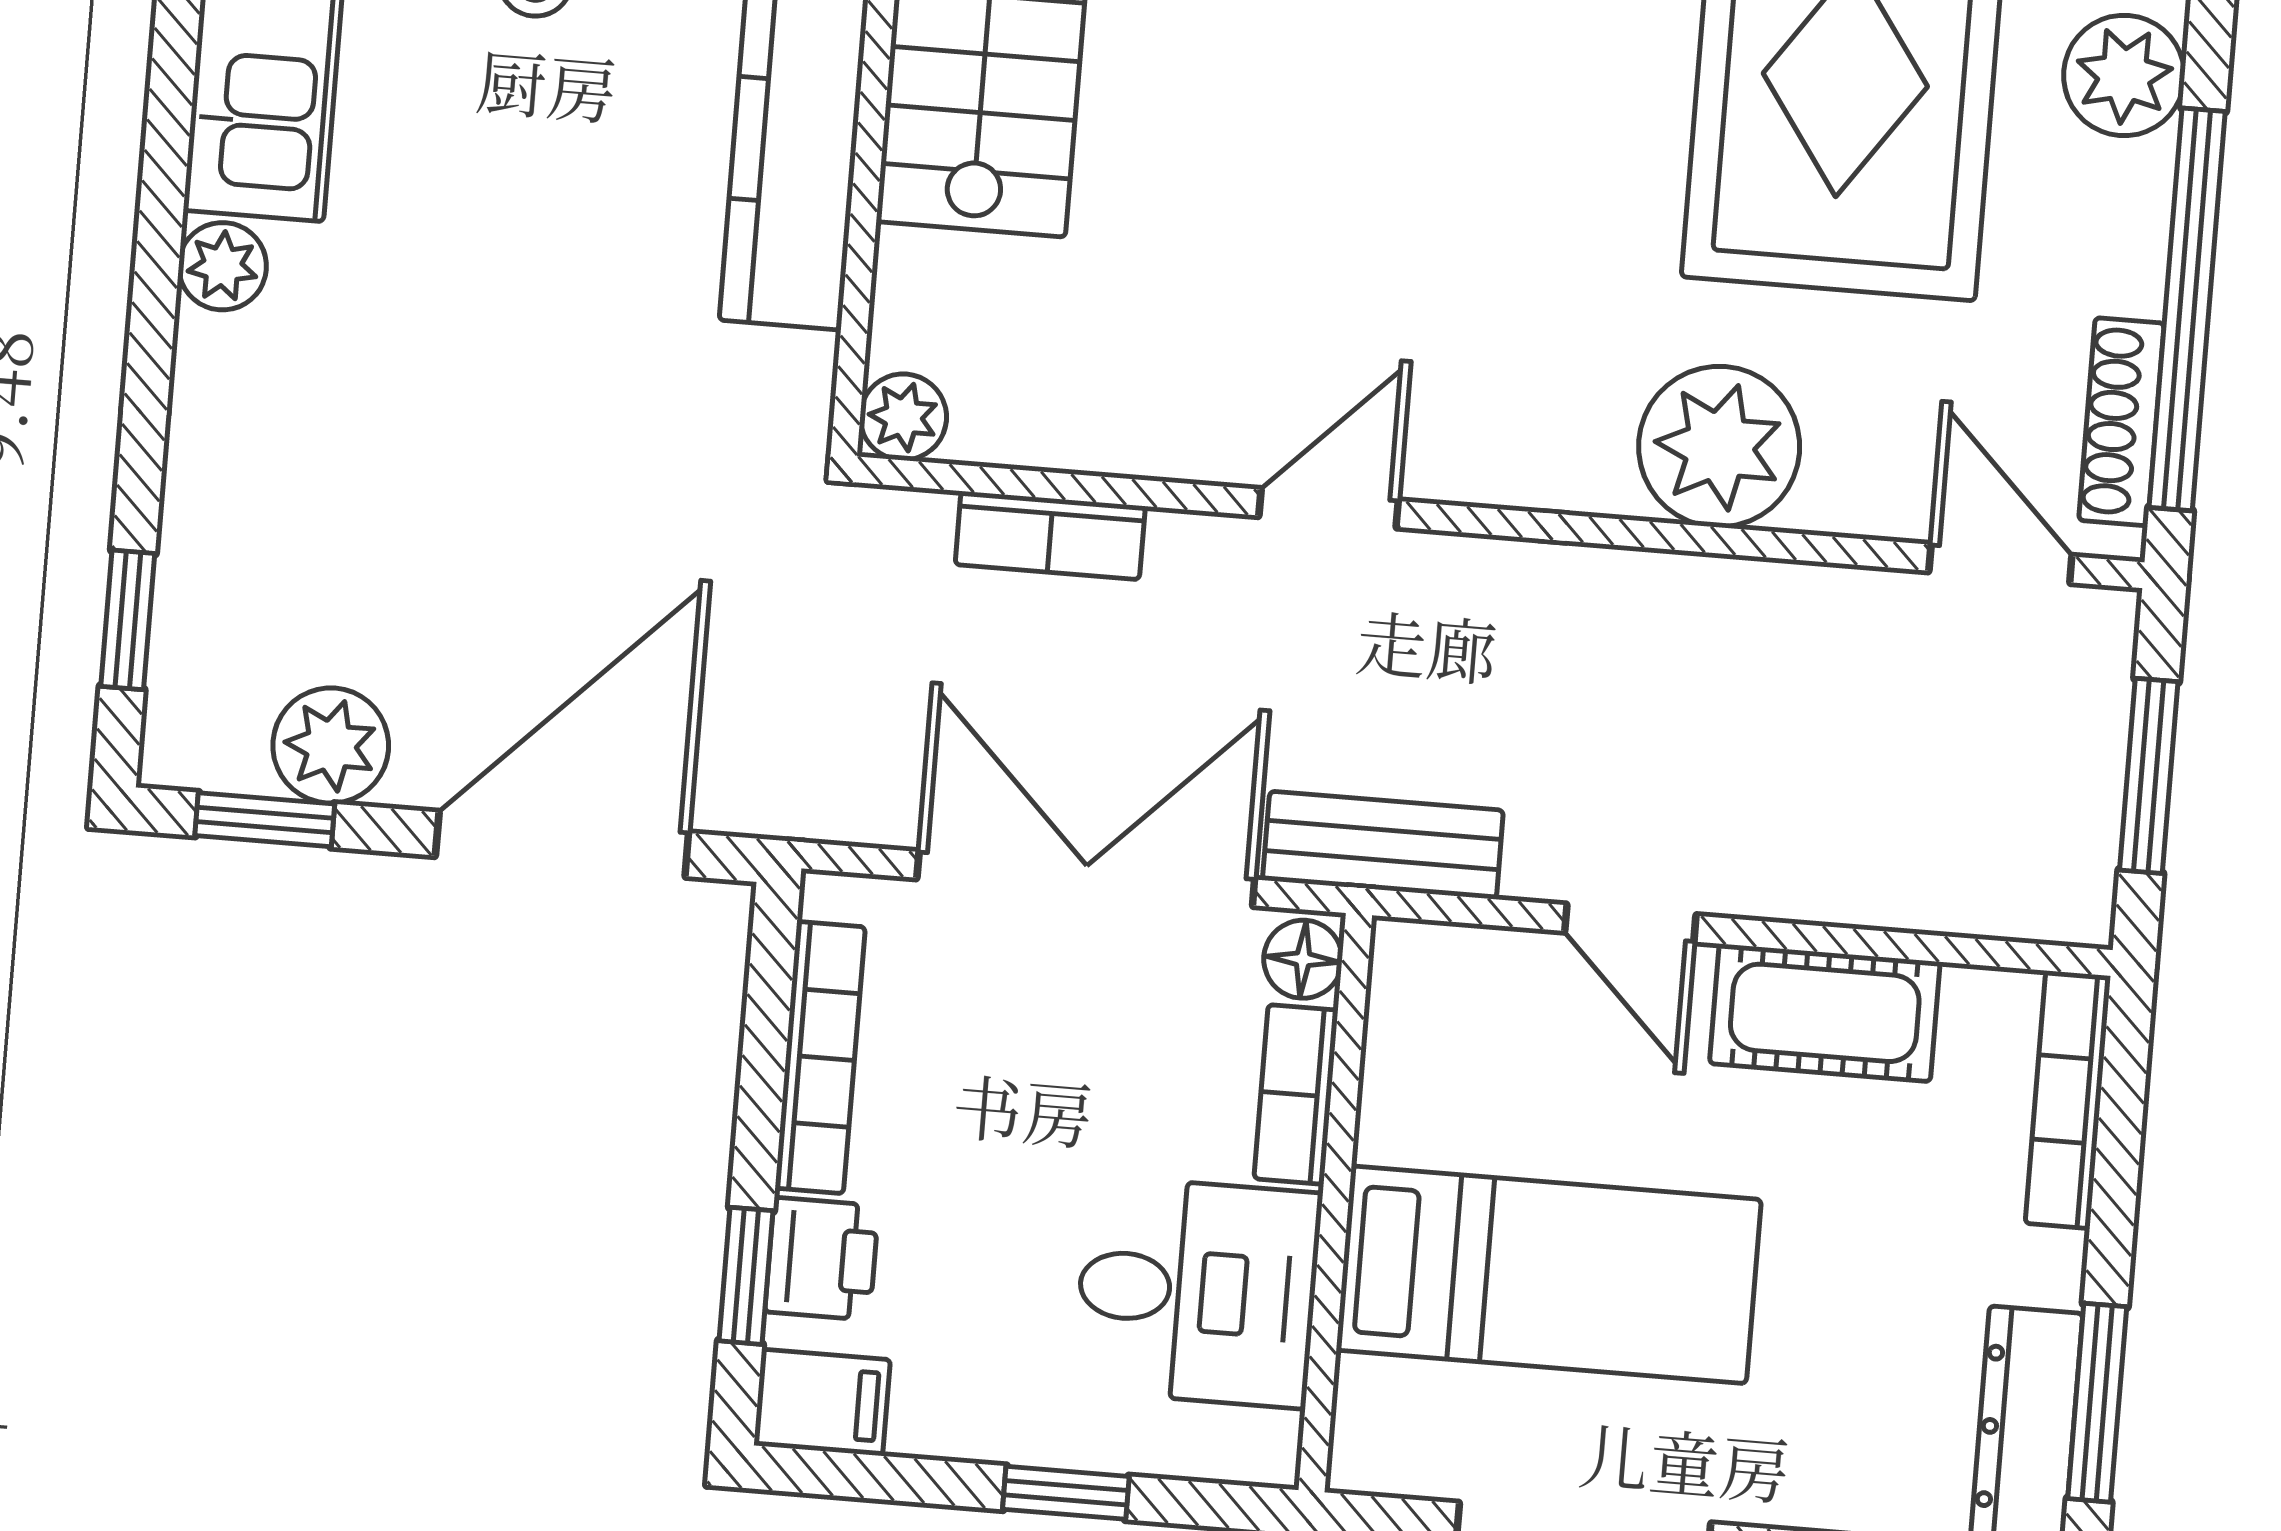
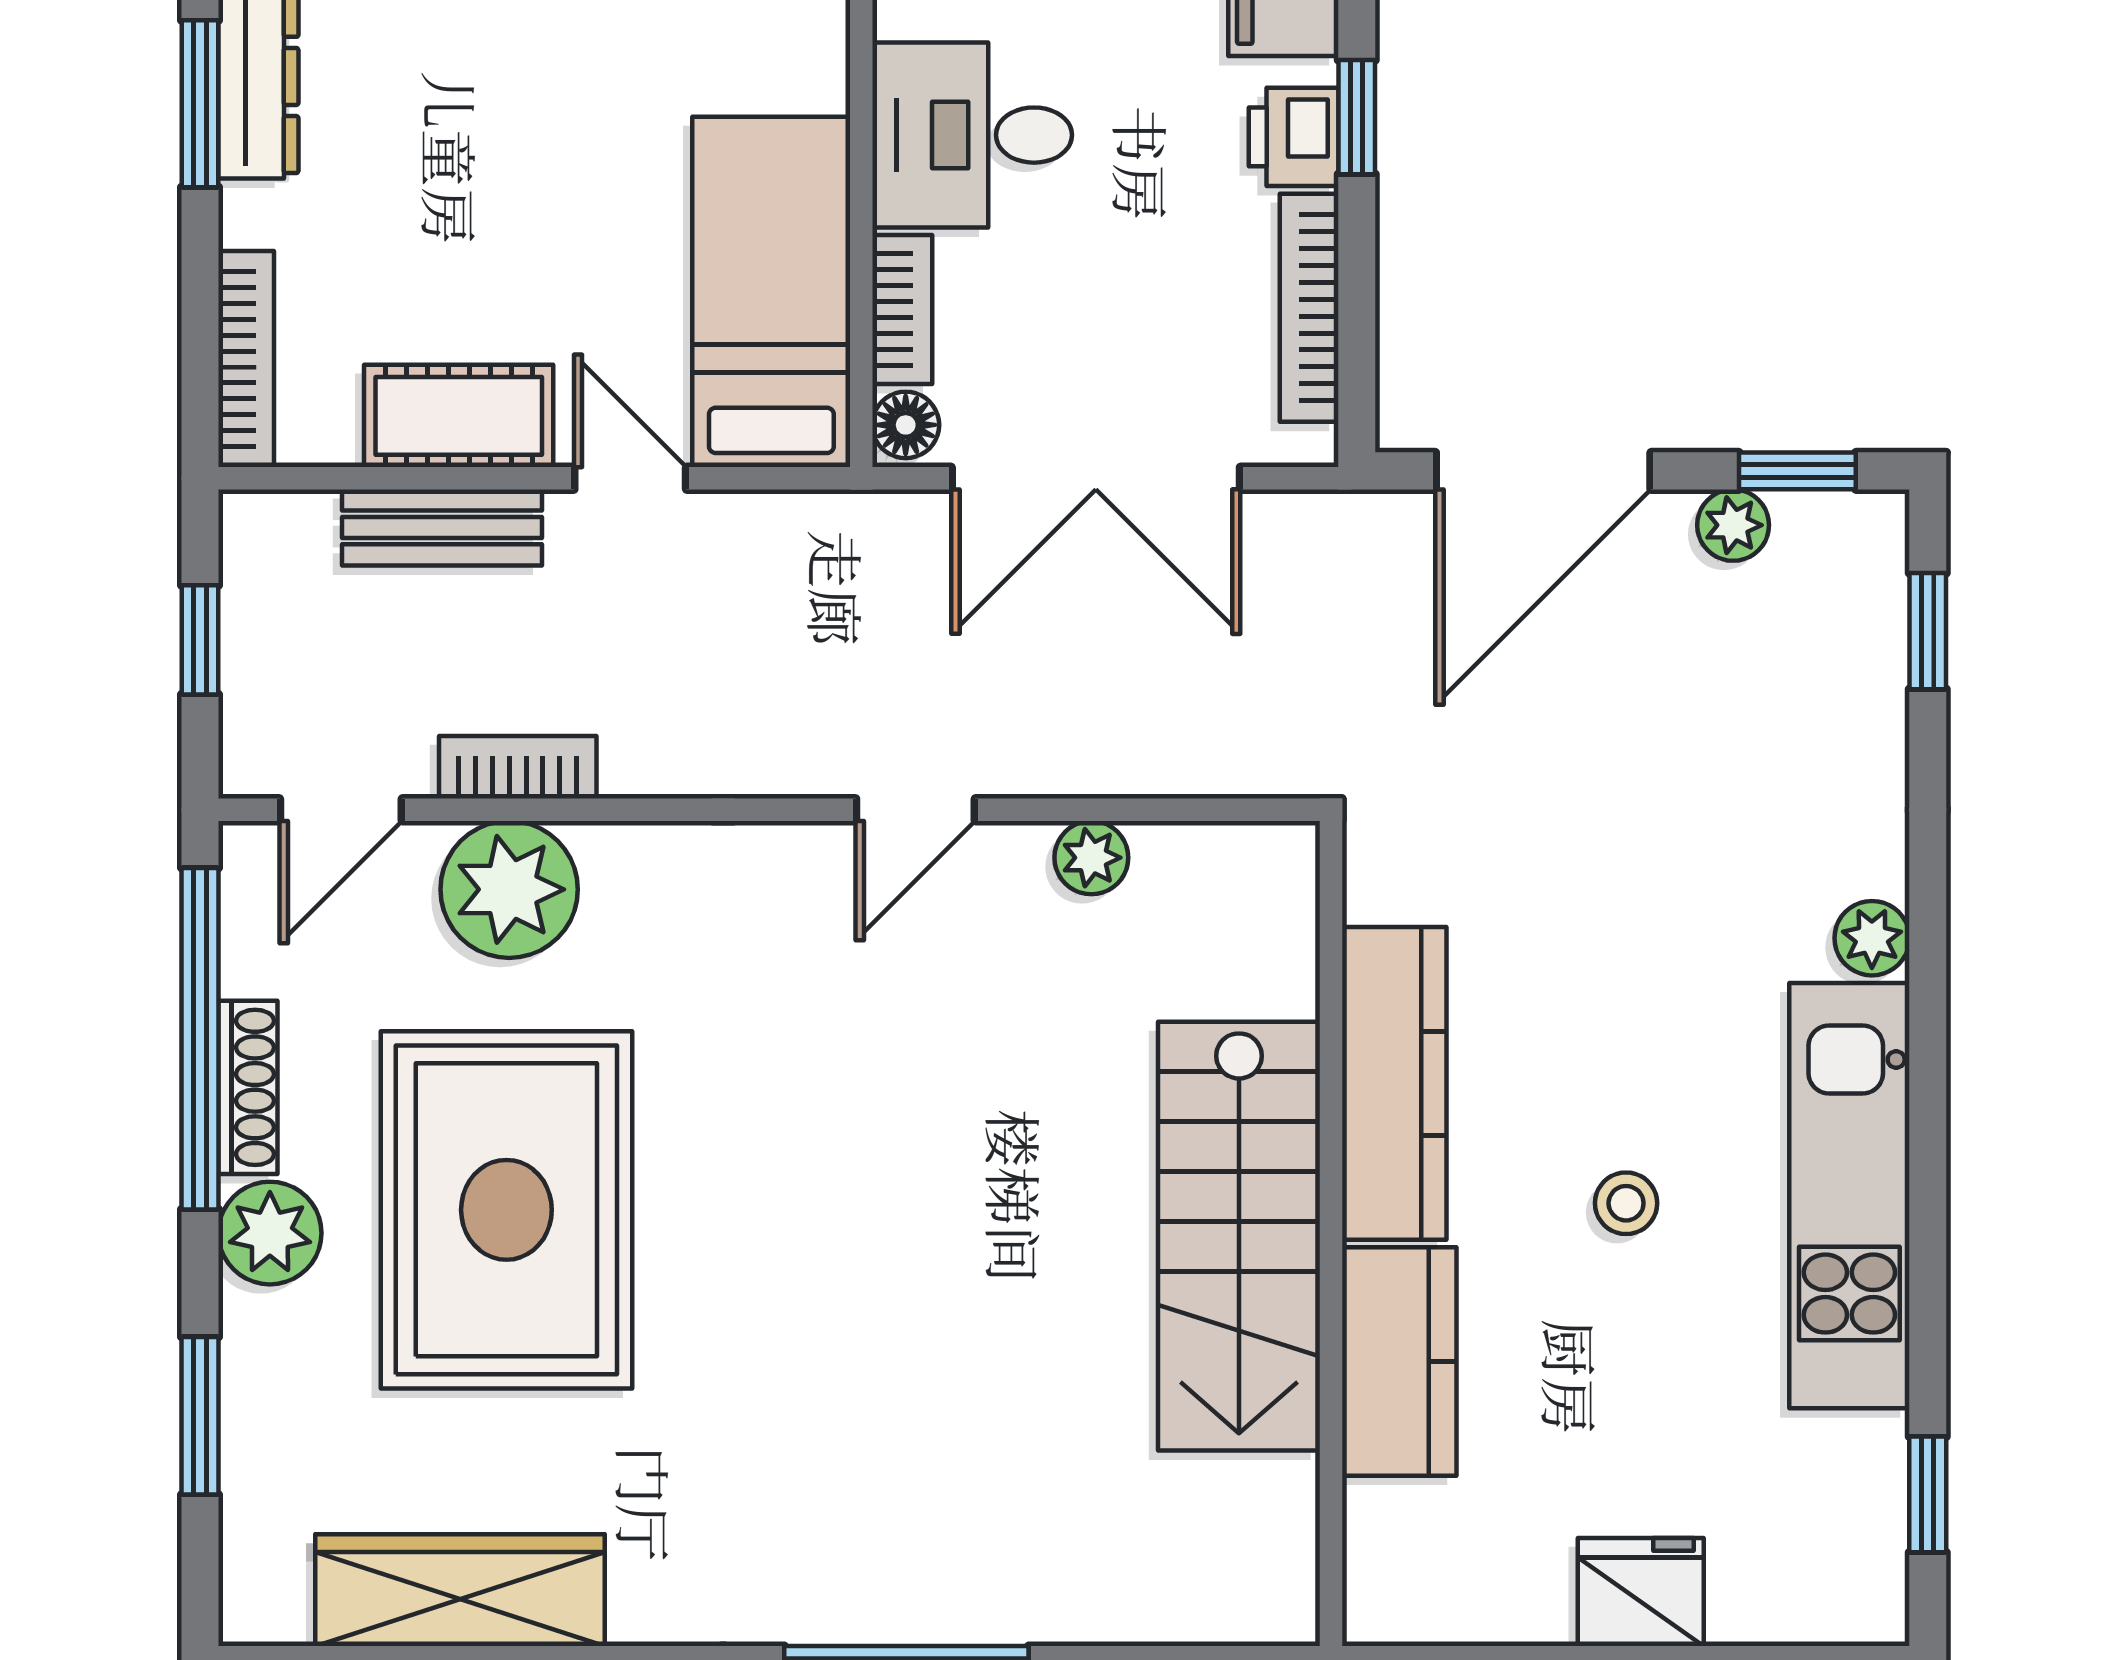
plant: (903, 417) -> (1091, 858), moved
shoe rack: (2121, 422) -> (248, 1087), moved
plant: (1719, 447) -> (509, 889), moved
bookcase: (1050, 535) -> (518, 767), moved
door: (2000, 564) -> (341, 810), hinge flipped
plant: (331, 746) -> (1733, 525), width x0.73, depth x0.73
window: (2149, 776) -> (200, 640), width x0.67
bench: (1383, 845) -> (442, 527), moved
bed: (1549, 1275) -> (771, 292), moved, turned 90

